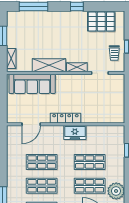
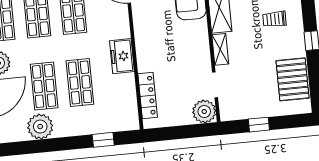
trolley: (114, 53) -> (274, 19), moved
plant: (117, 82) -> (204, 112), added
locker: (65, 118) -> (148, 96), moved

